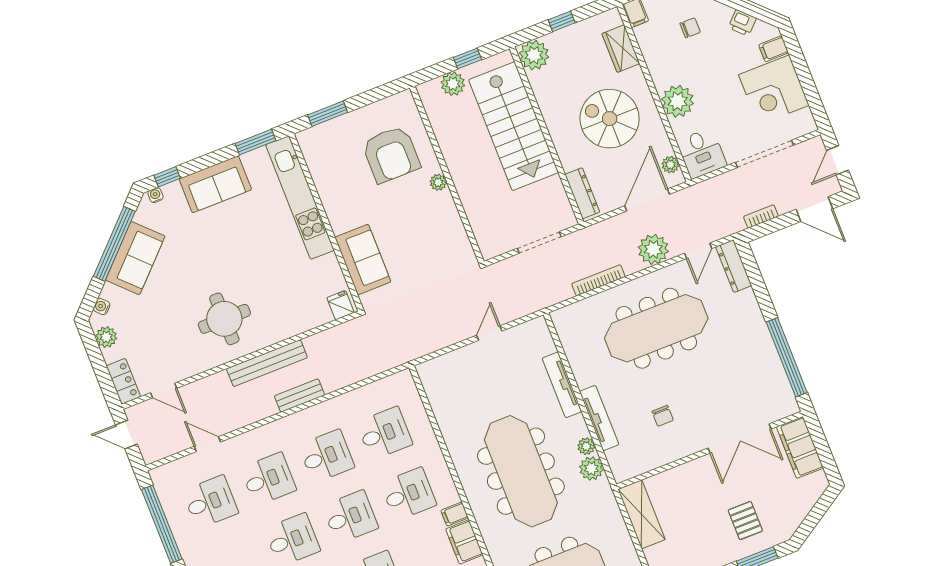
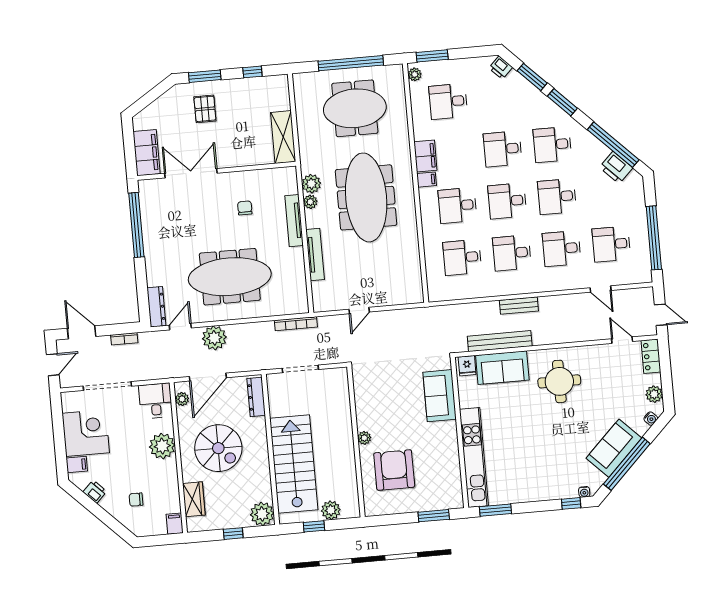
sofa: (215, 184) -> (502, 368), moved, turned 180
bookcase: (598, 280) -> (296, 324), moved
bench: (267, 363) -> (500, 341), moved

